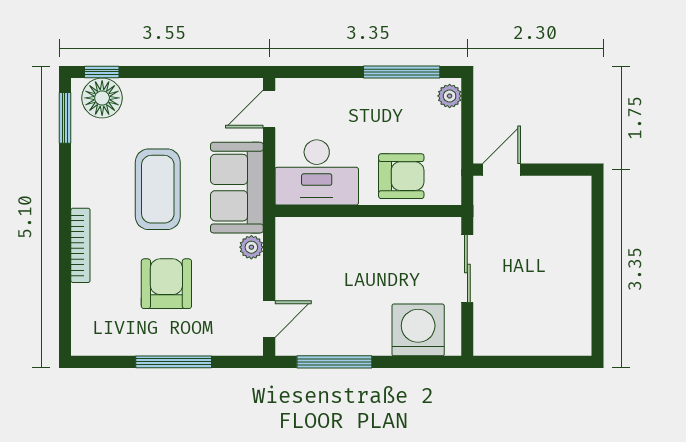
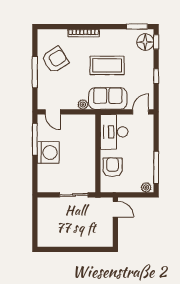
window: (183, 72) -> (156, 76), added
door: (269, 109) -> (141, 112), hinge flipped
armchair: (401, 176) -> (113, 167), turned 180
armchair: (166, 284) -> (55, 60), moved, turned -32
washing machine: (418, 330) -> (48, 153), moved

